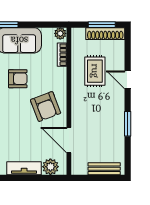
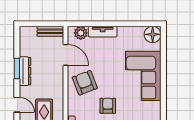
armchair: (18, 79) -> (108, 106), turned 90
dresser: (118, 121) -> (25, 71), added
bench: (104, 169) -> (50, 31), moved

